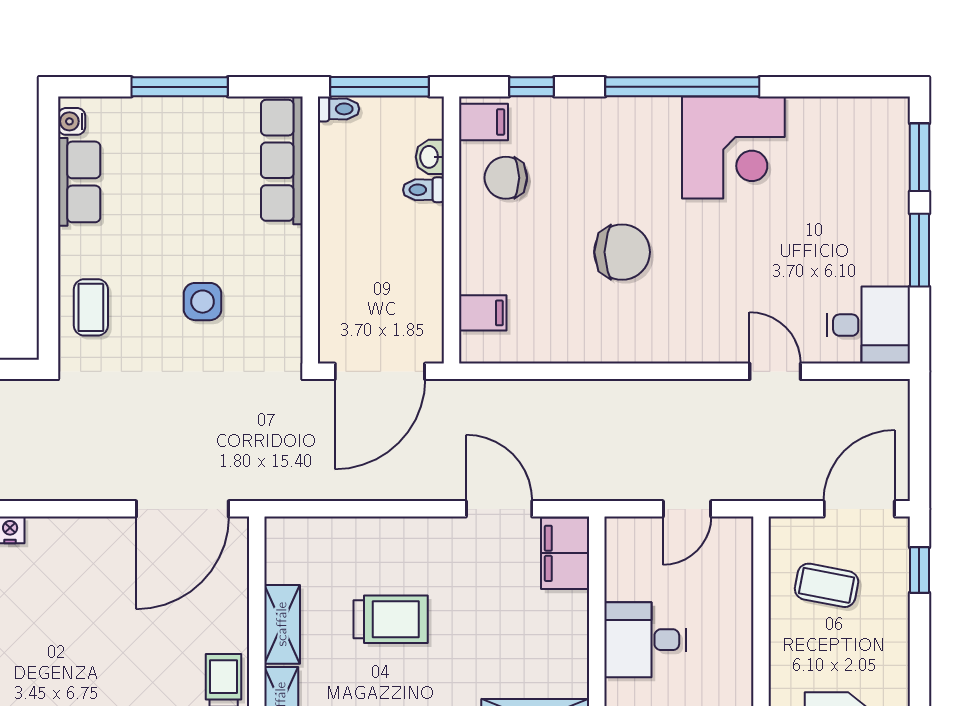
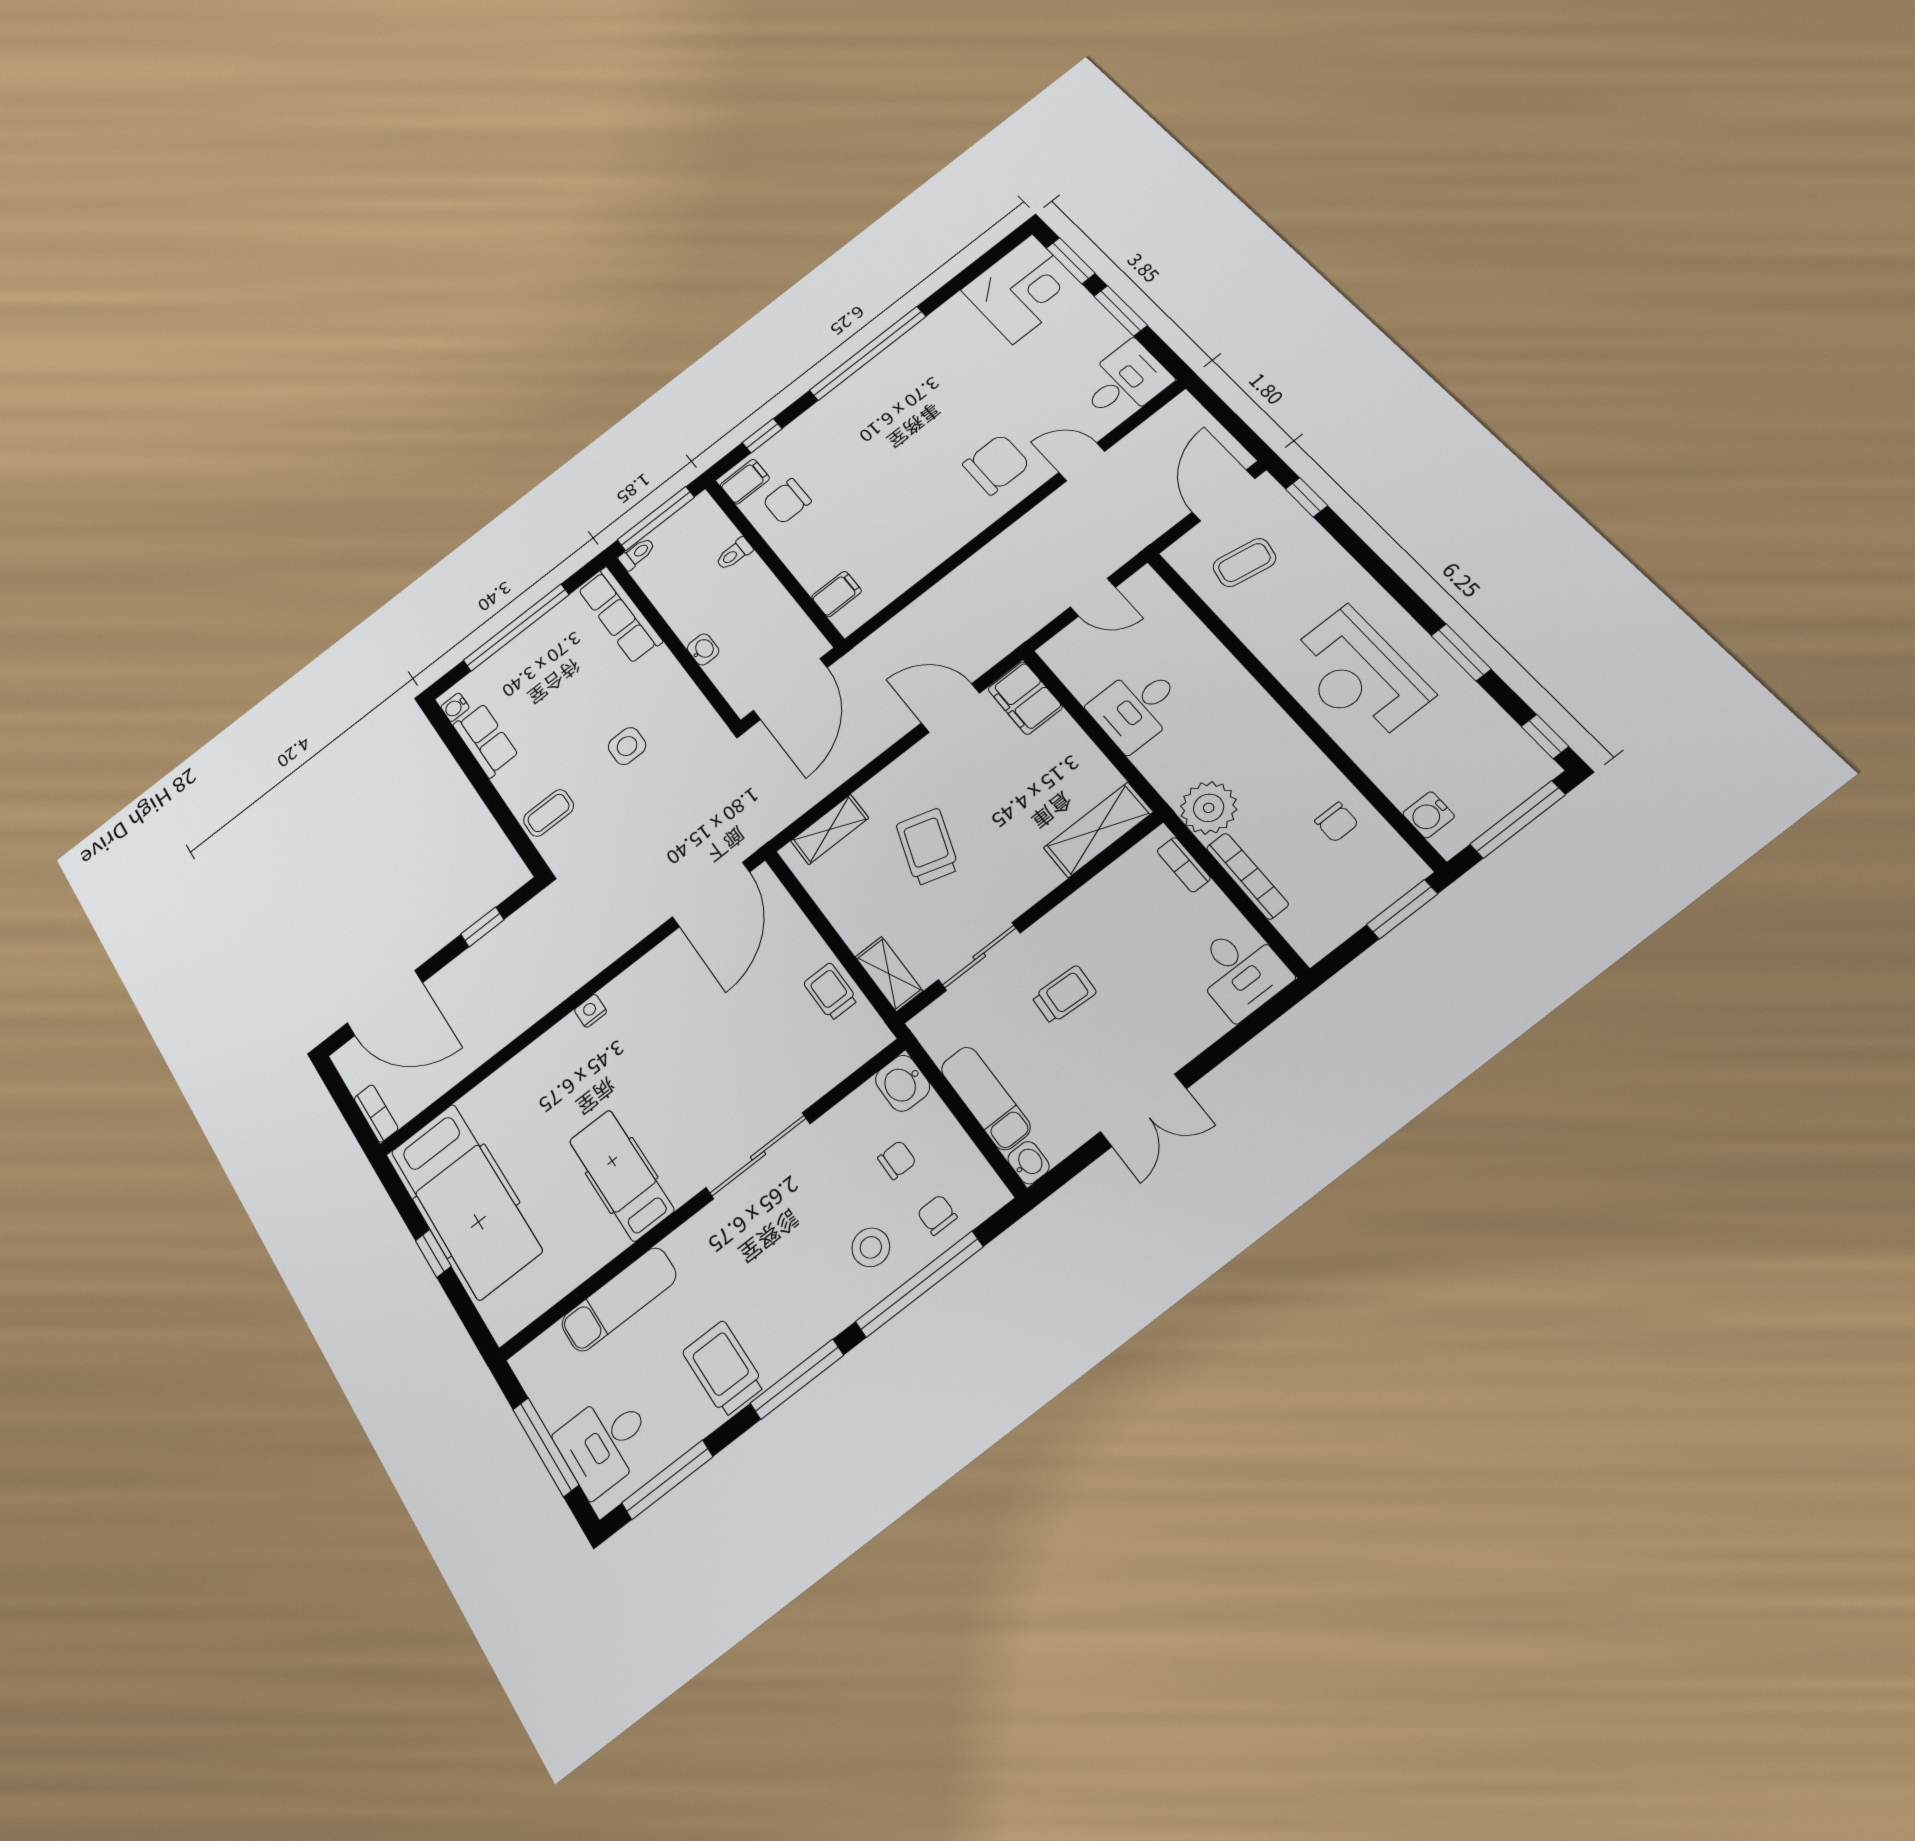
window: (180, 87) -> (516, 628), width x1.46
corner desk: (733, 147) -> (1022, 289), moved
washbasin: (430, 157) -> (703, 649), moved, turned 180
chair: (622, 252) -> (996, 464), moved
coffee table: (91, 307) -> (549, 813), turned 90
door: (687, 509) -> (1093, 597), hinge flipped
trolley: (391, 619) -> (927, 847), turned -72
shelving: (282, 624) -> (830, 829), moved, turned 90

